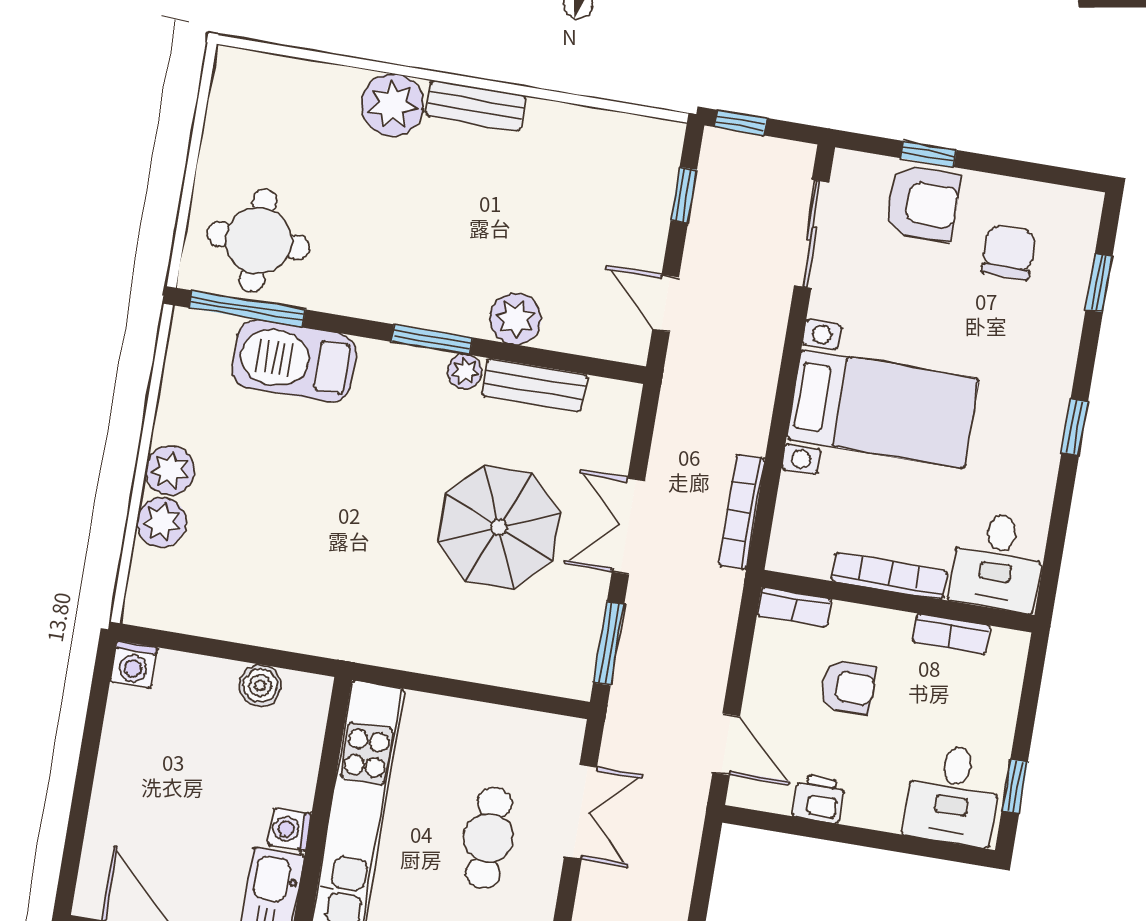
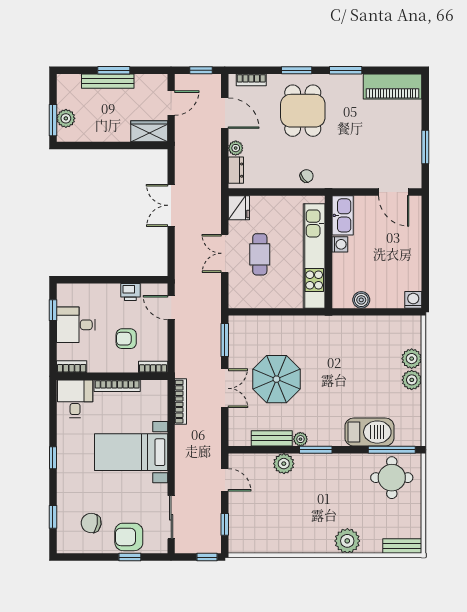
bench: (476, 106) -> (402, 546), moved
chair: (1009, 253) -> (91, 523), turned 100
bookcase: (951, 634) -> (72, 367), moved
desk: (953, 795) -> (76, 325), moved, turned -90
double door: (581, 812) -> (225, 253), moved

